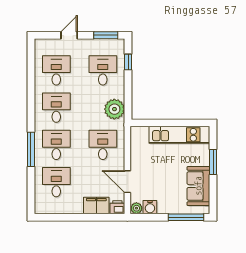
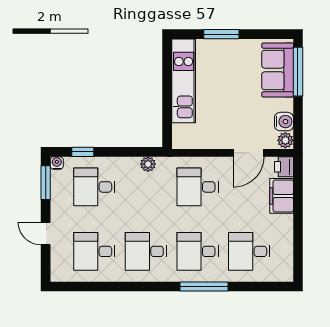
water cooler: (120, 43) -> (57, 163), added
plant: (114, 109) -> (148, 164), width x0.53, depth x0.53
sofa: (198, 186) -> (278, 70), moved, turned 90

